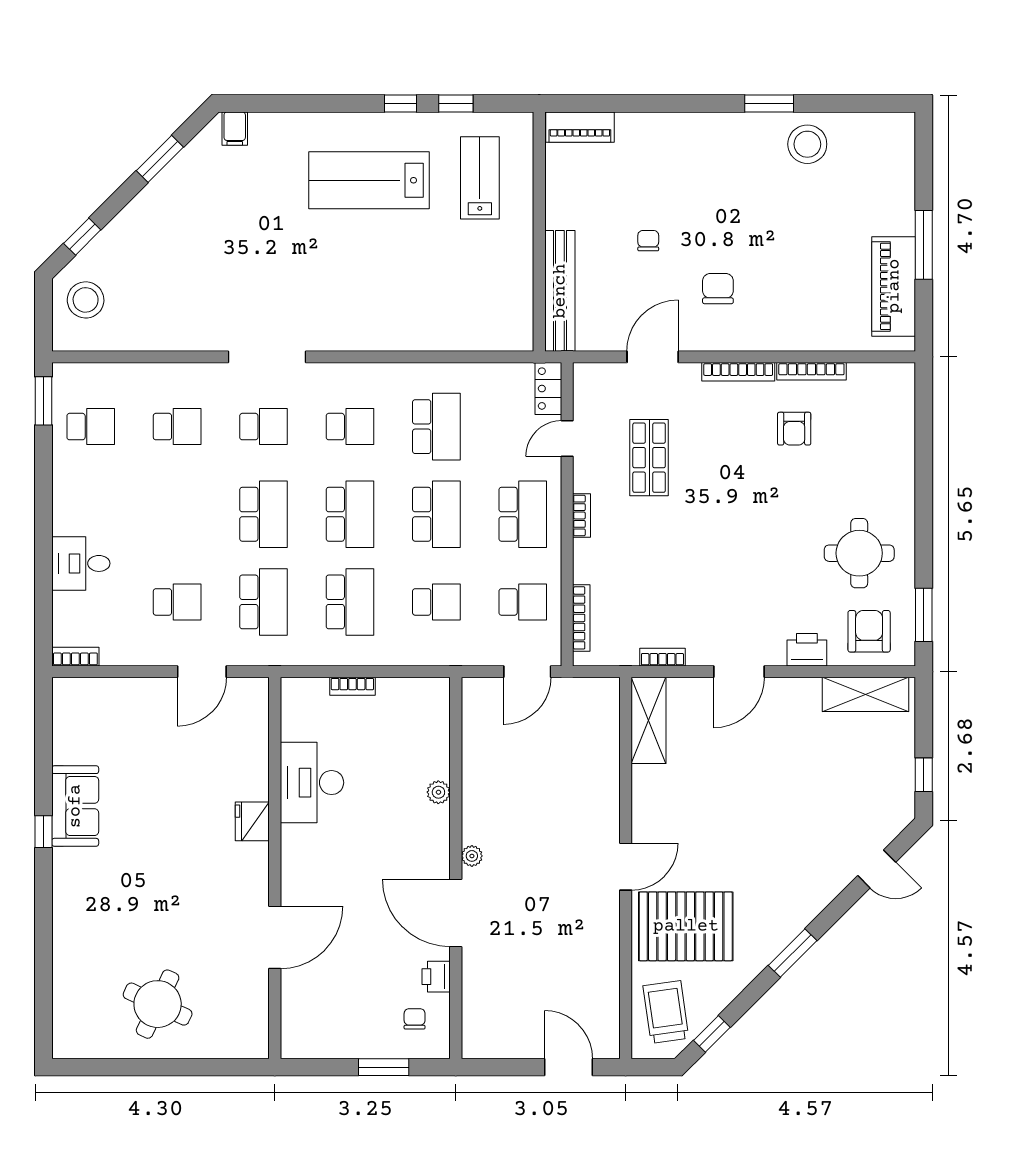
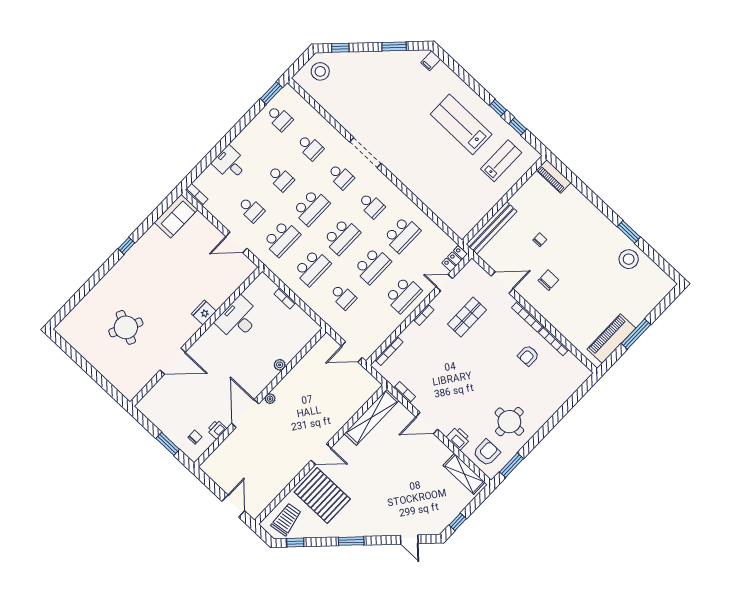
school desk: (523, 602) -> (281, 178), moved
shelving: (648, 720) -> (372, 417), width x1.47
sofa: (75, 806) -> (176, 216), moved
round table: (158, 1004) -> (126, 327), moved

